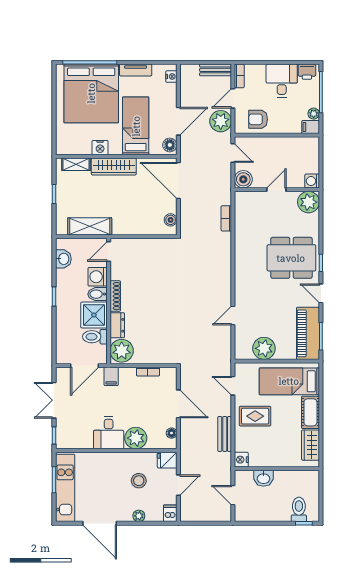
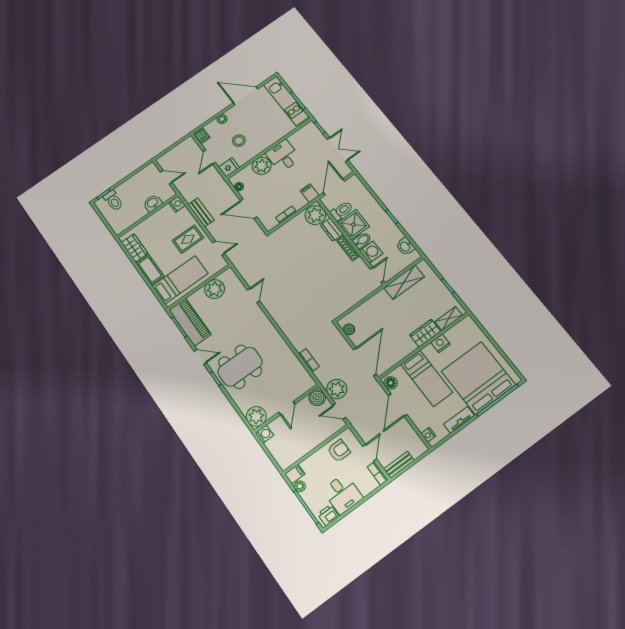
plant: (221, 121) -> (337, 389), moved
wardrobe: (114, 167) -> (425, 333), width x0.67
door: (178, 180) -> (365, 362), hinge flipped

